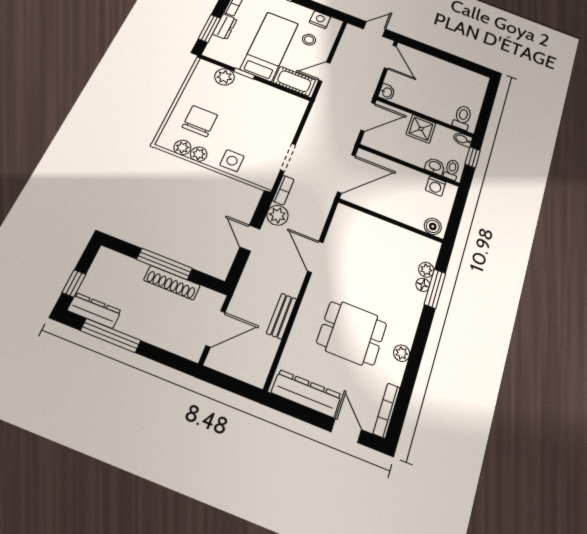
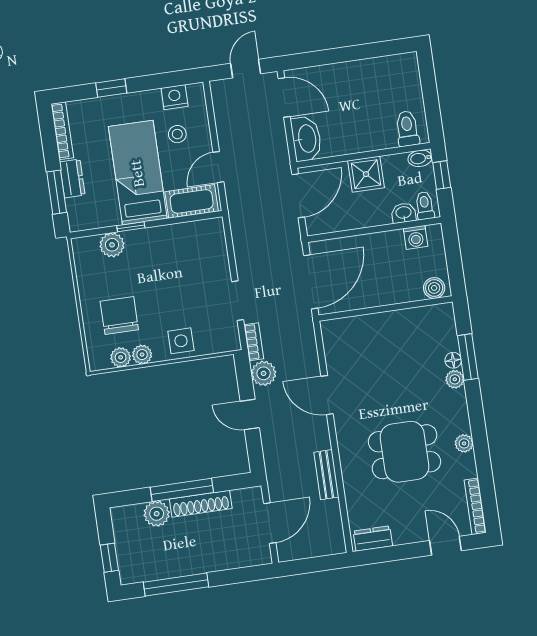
washbasin: (387, 92) -> (306, 139), width x1.91, depth x1.45
plant: (426, 270) -> (455, 379), moved
plant: (133, 271) -> (157, 514), added
dresser: (94, 311) -> (146, 571), removed
dresser: (306, 394) -> (373, 539), width x0.51, depth x0.80

